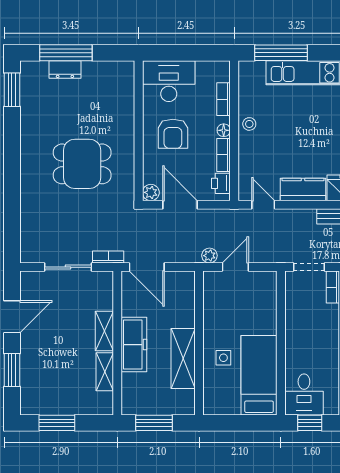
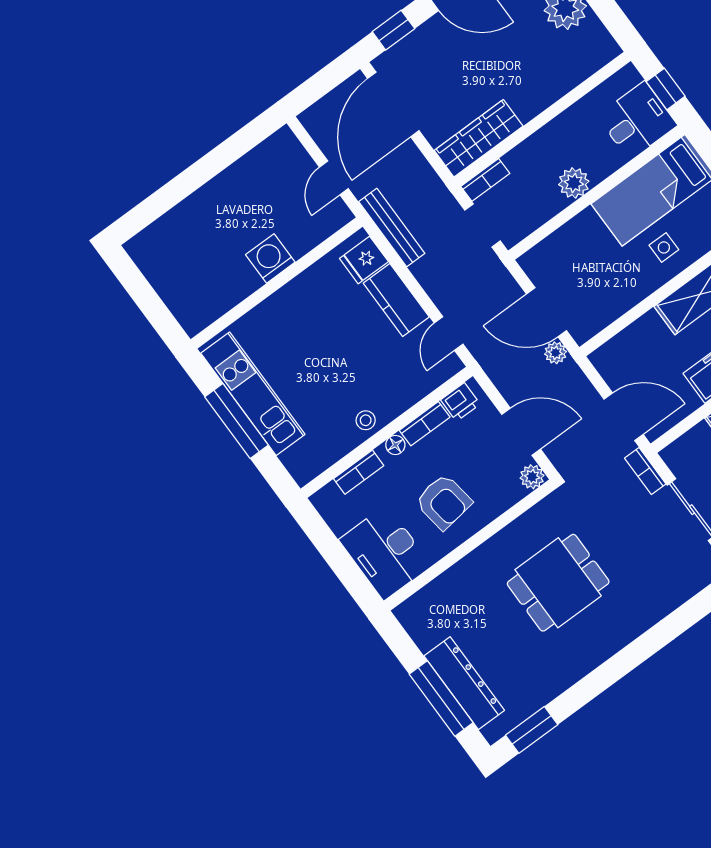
window: (281, 53) -> (237, 421), moved
dresser: (65, 69) -> (464, 683), width x1.96, depth x1.24
armchair: (173, 134) -> (444, 502), turned 82
dining table: (82, 164) -> (558, 583), turned 90
door: (180, 205) -> (521, 432), swing flipped
door: (147, 267) -> (624, 417), hinge flipped
door: (235, 267) -> (546, 312), width x1.38
plant: (295, 334) -> (574, 183), added

